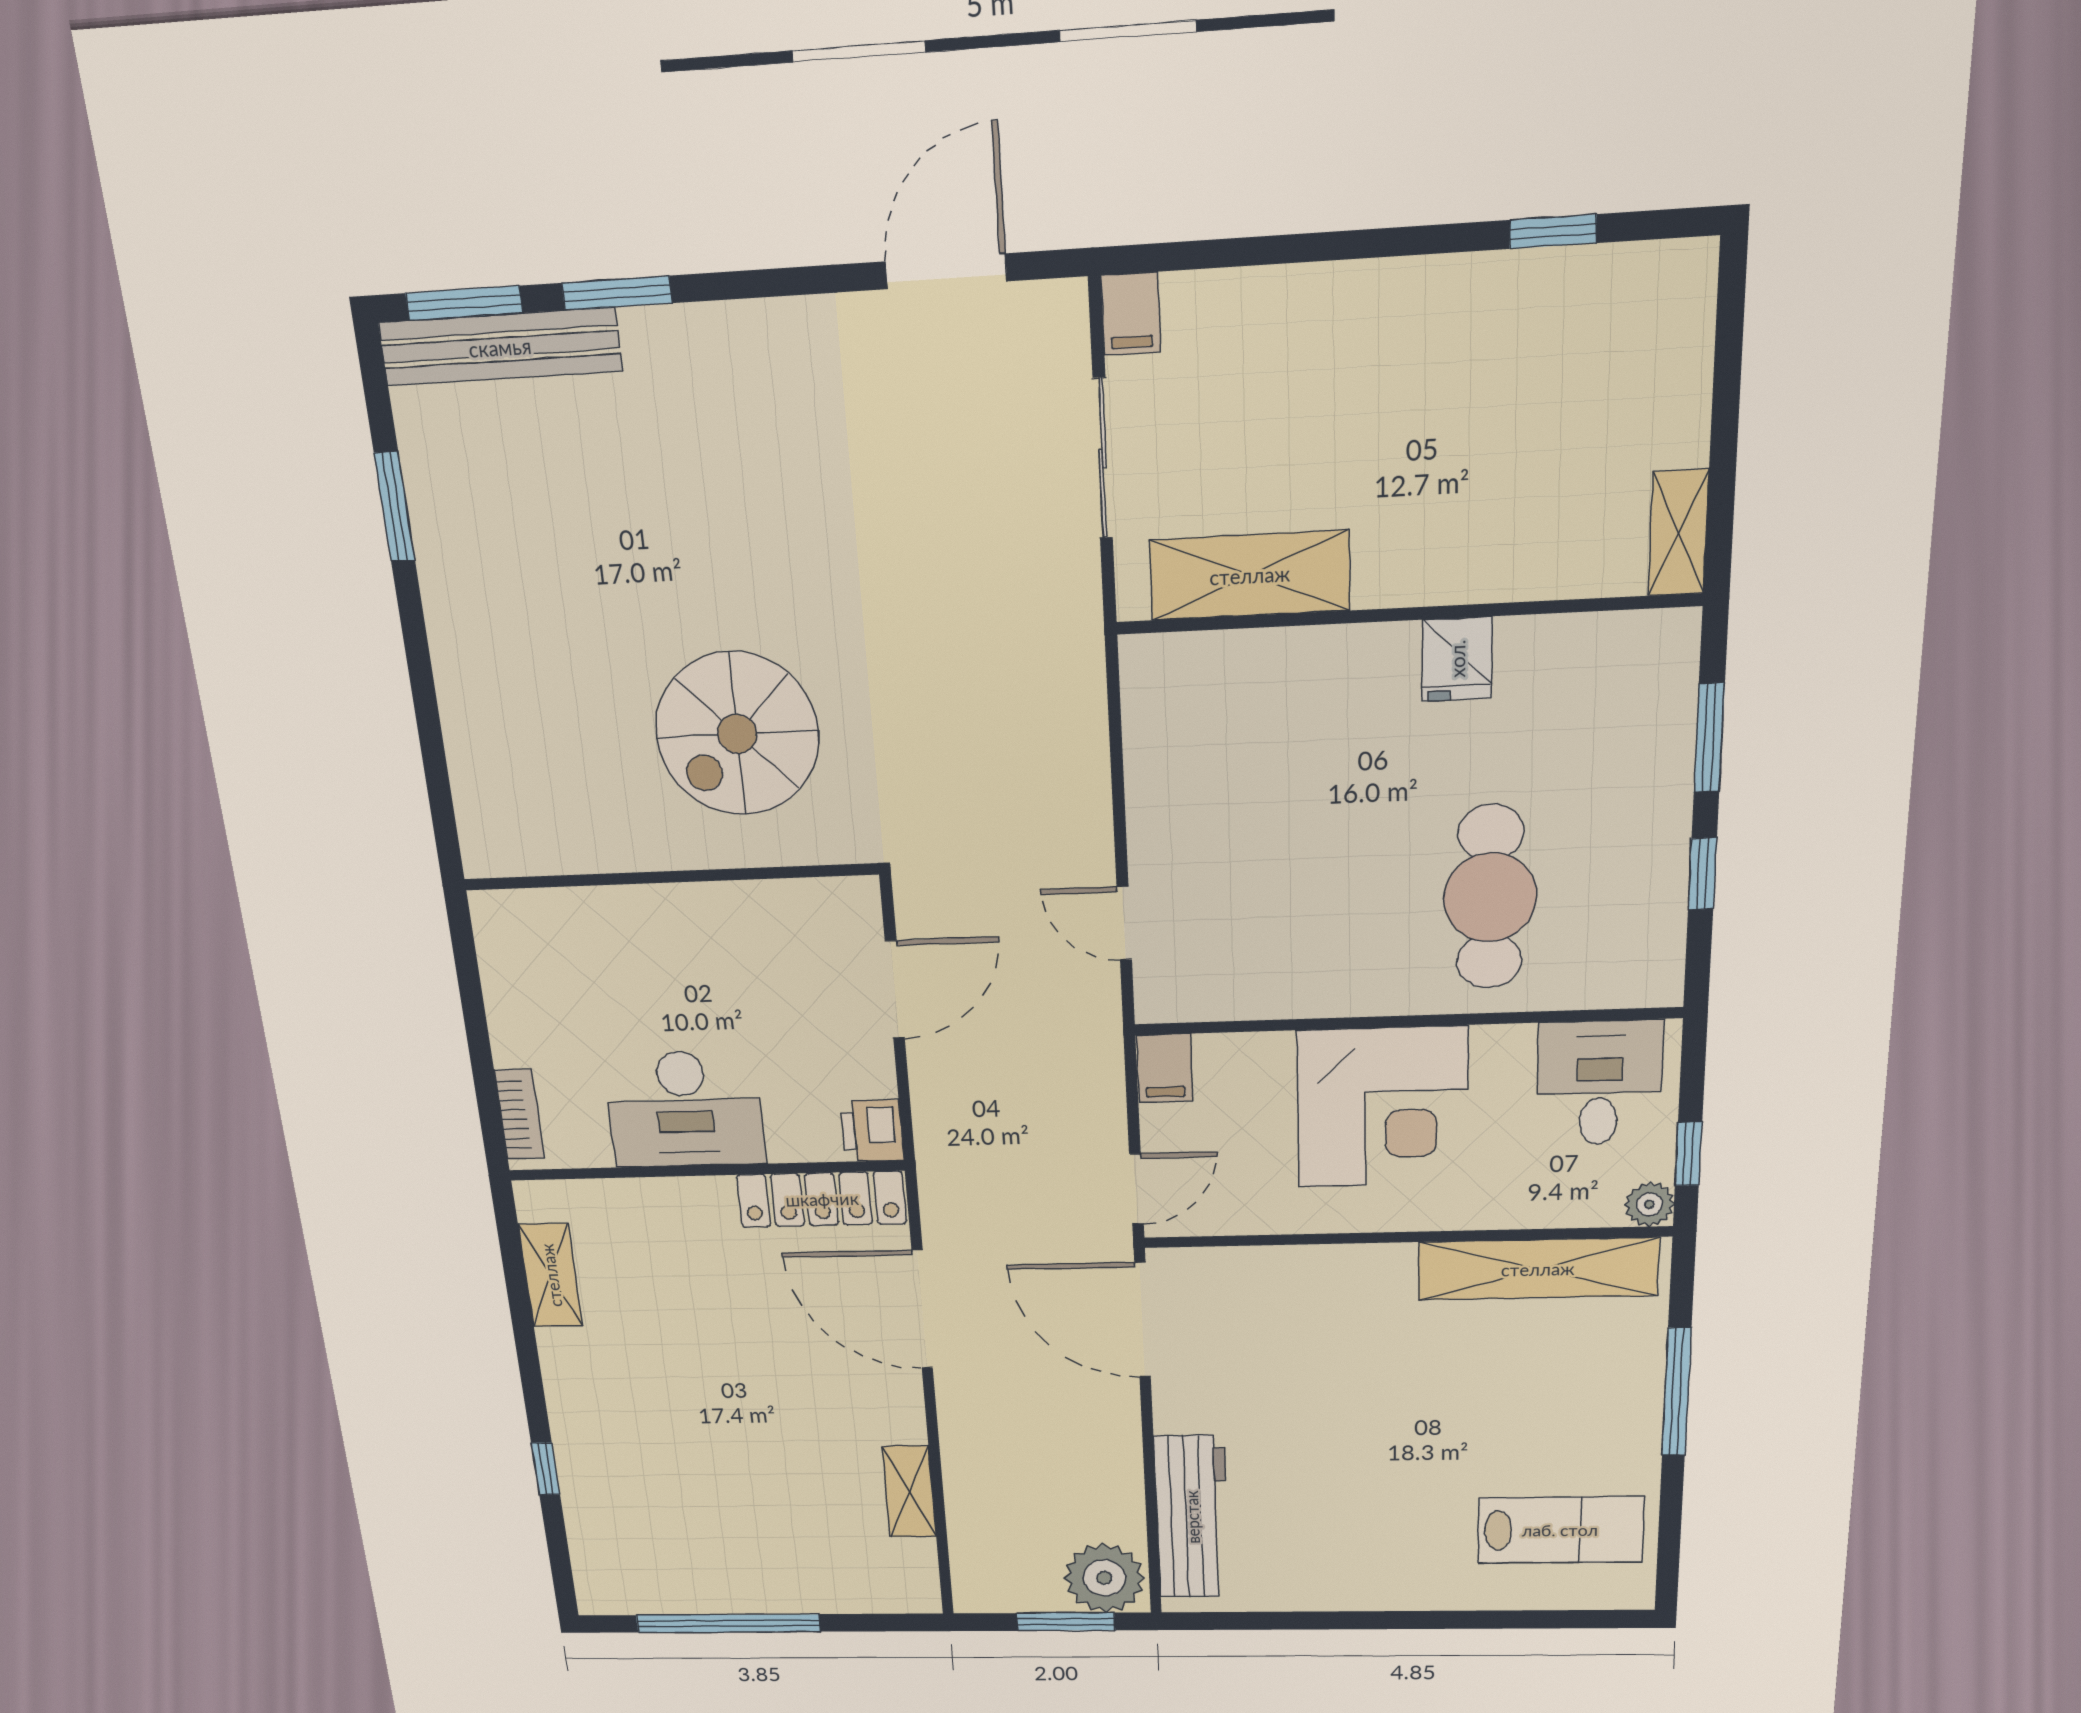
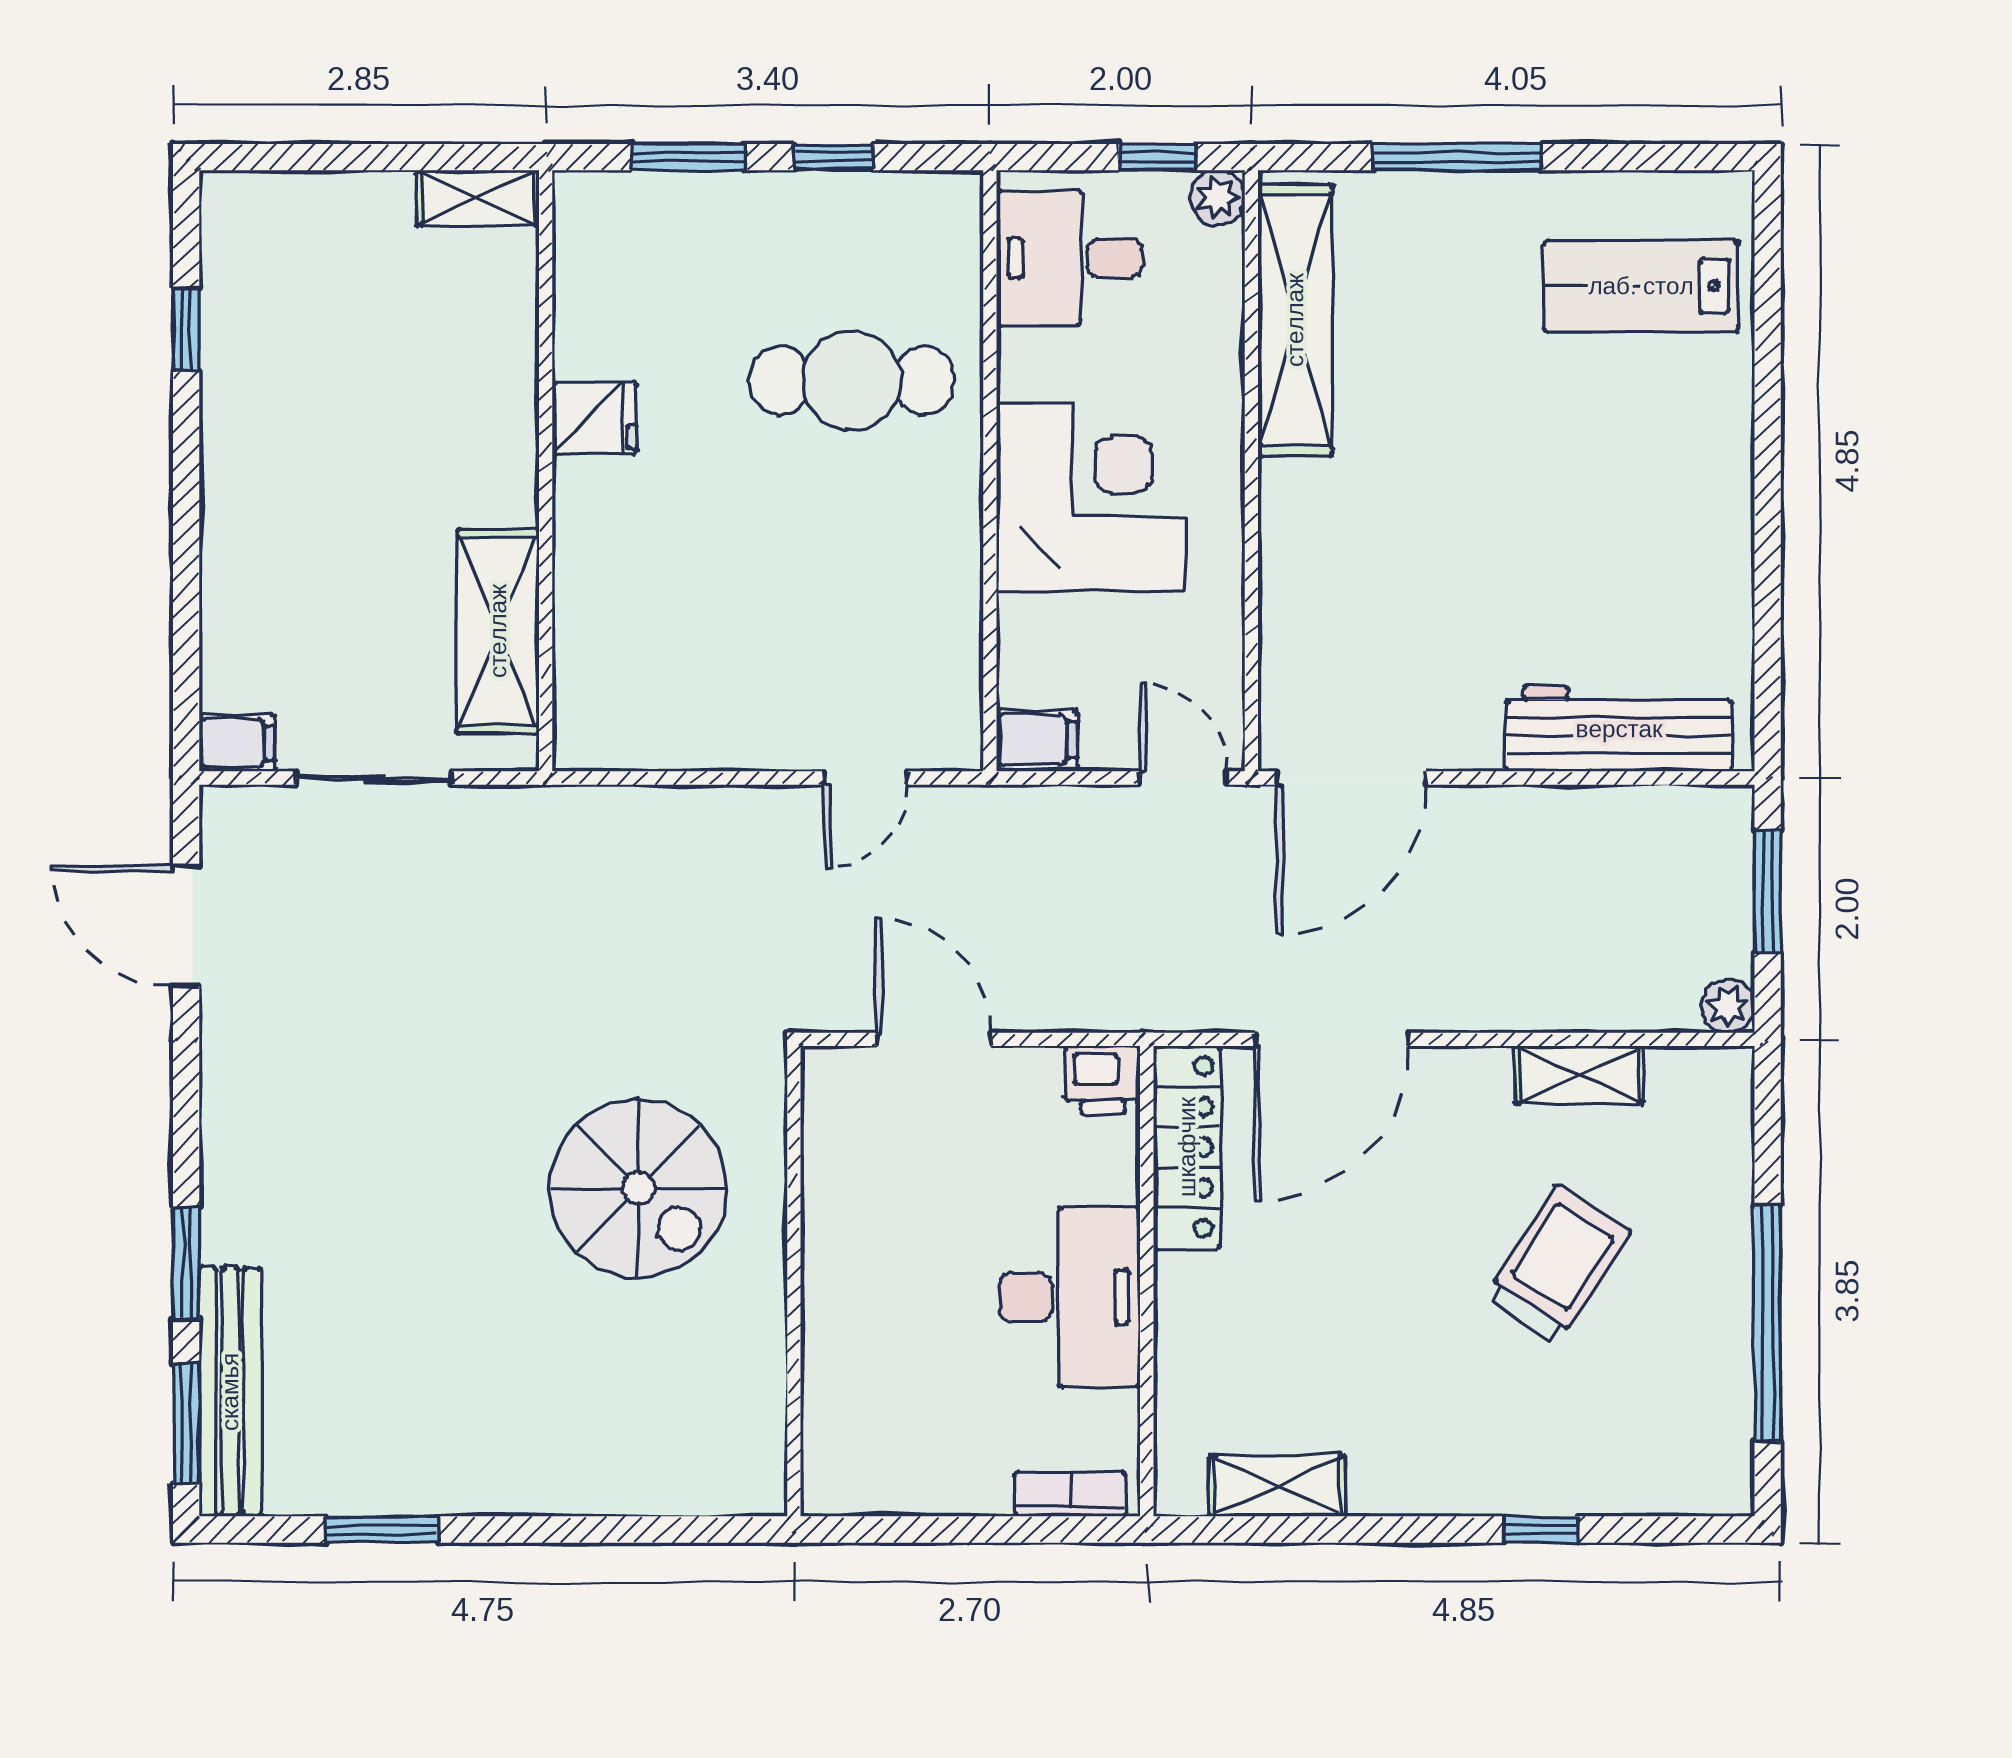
trolley: (756, 1478) -> (1557, 1265), added
lab bench: (1560, 1530) -> (1641, 286), turned -90
plant: (1104, 1578) -> (1728, 1006), moved, width x0.53, depth x0.53

